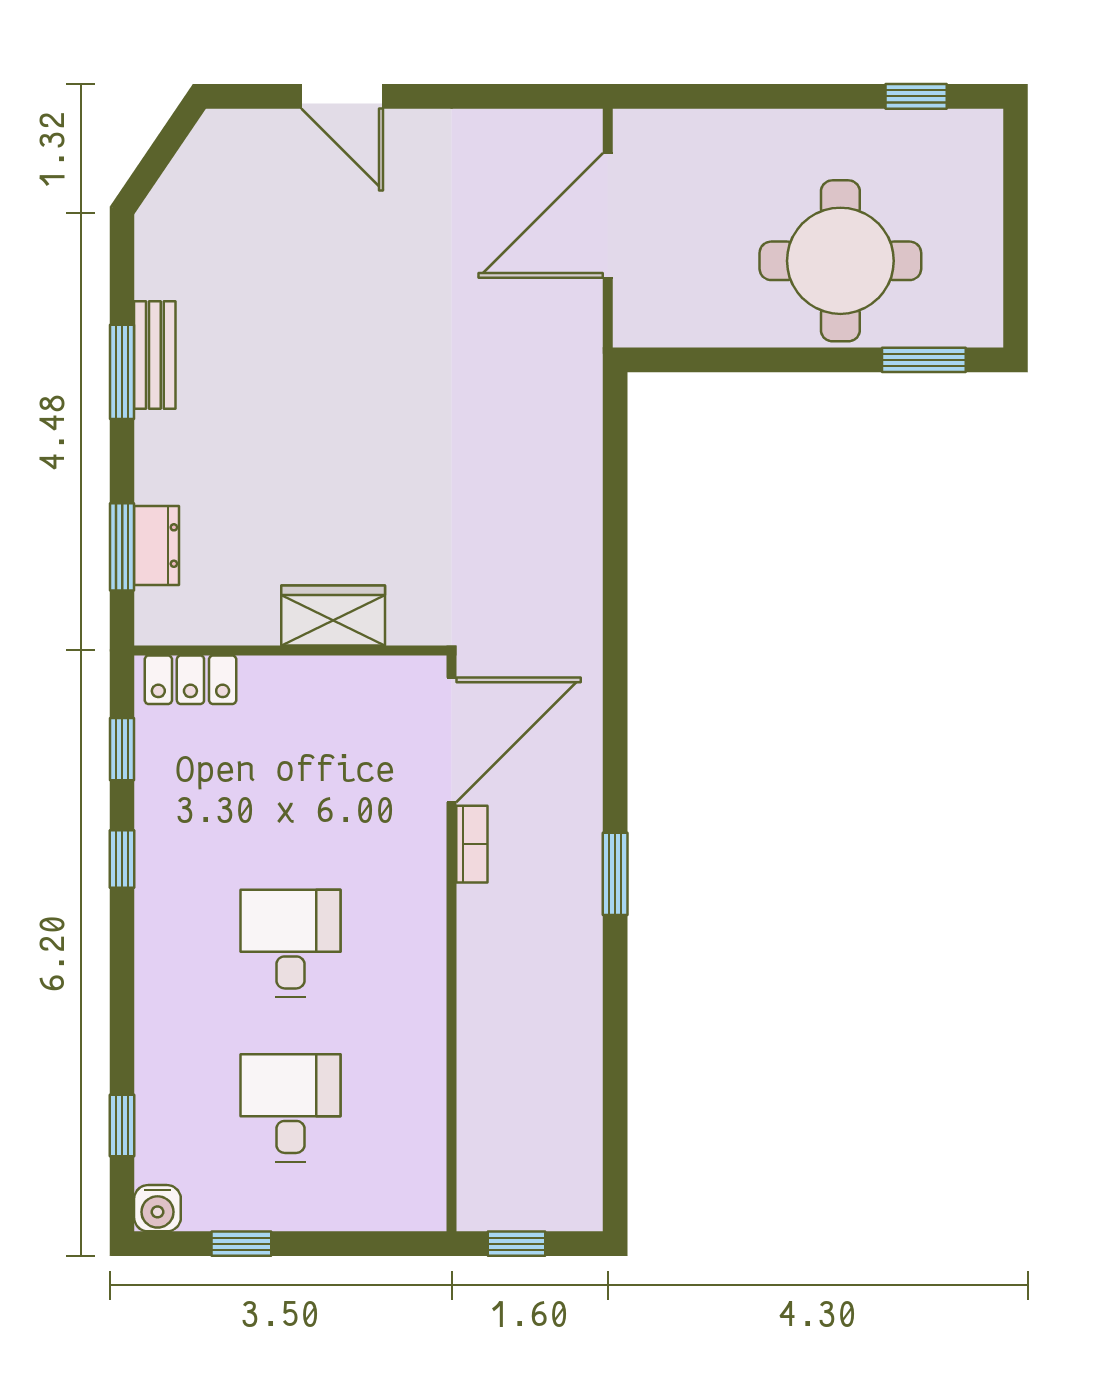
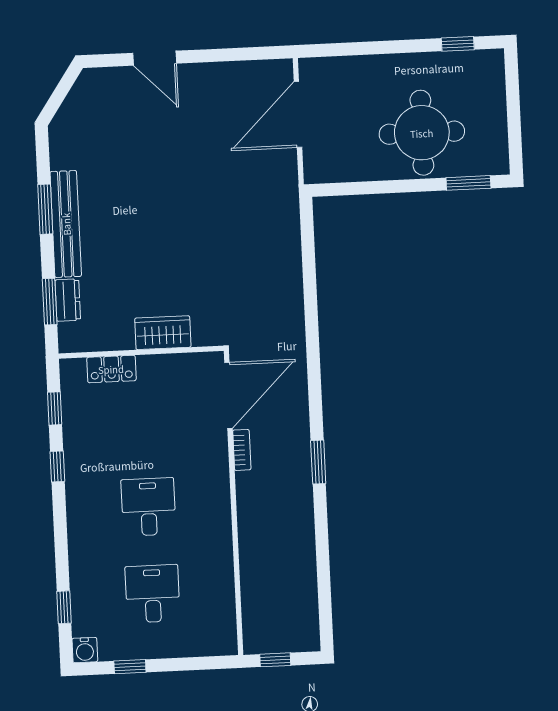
bench: (155, 355) -> (66, 224), width x1.86, depth x1.21
locker: (190, 680) -> (111, 369), moved

